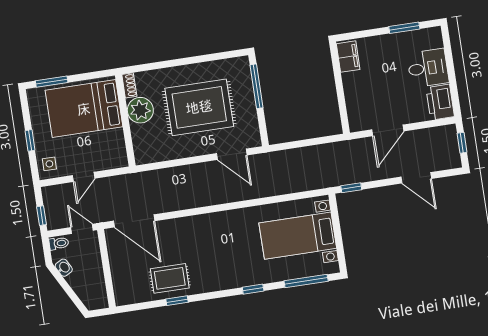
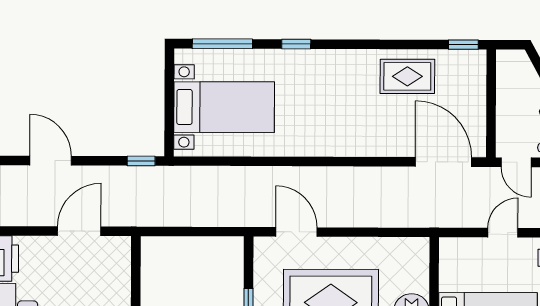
window: (177, 301) -> (463, 45), moved

